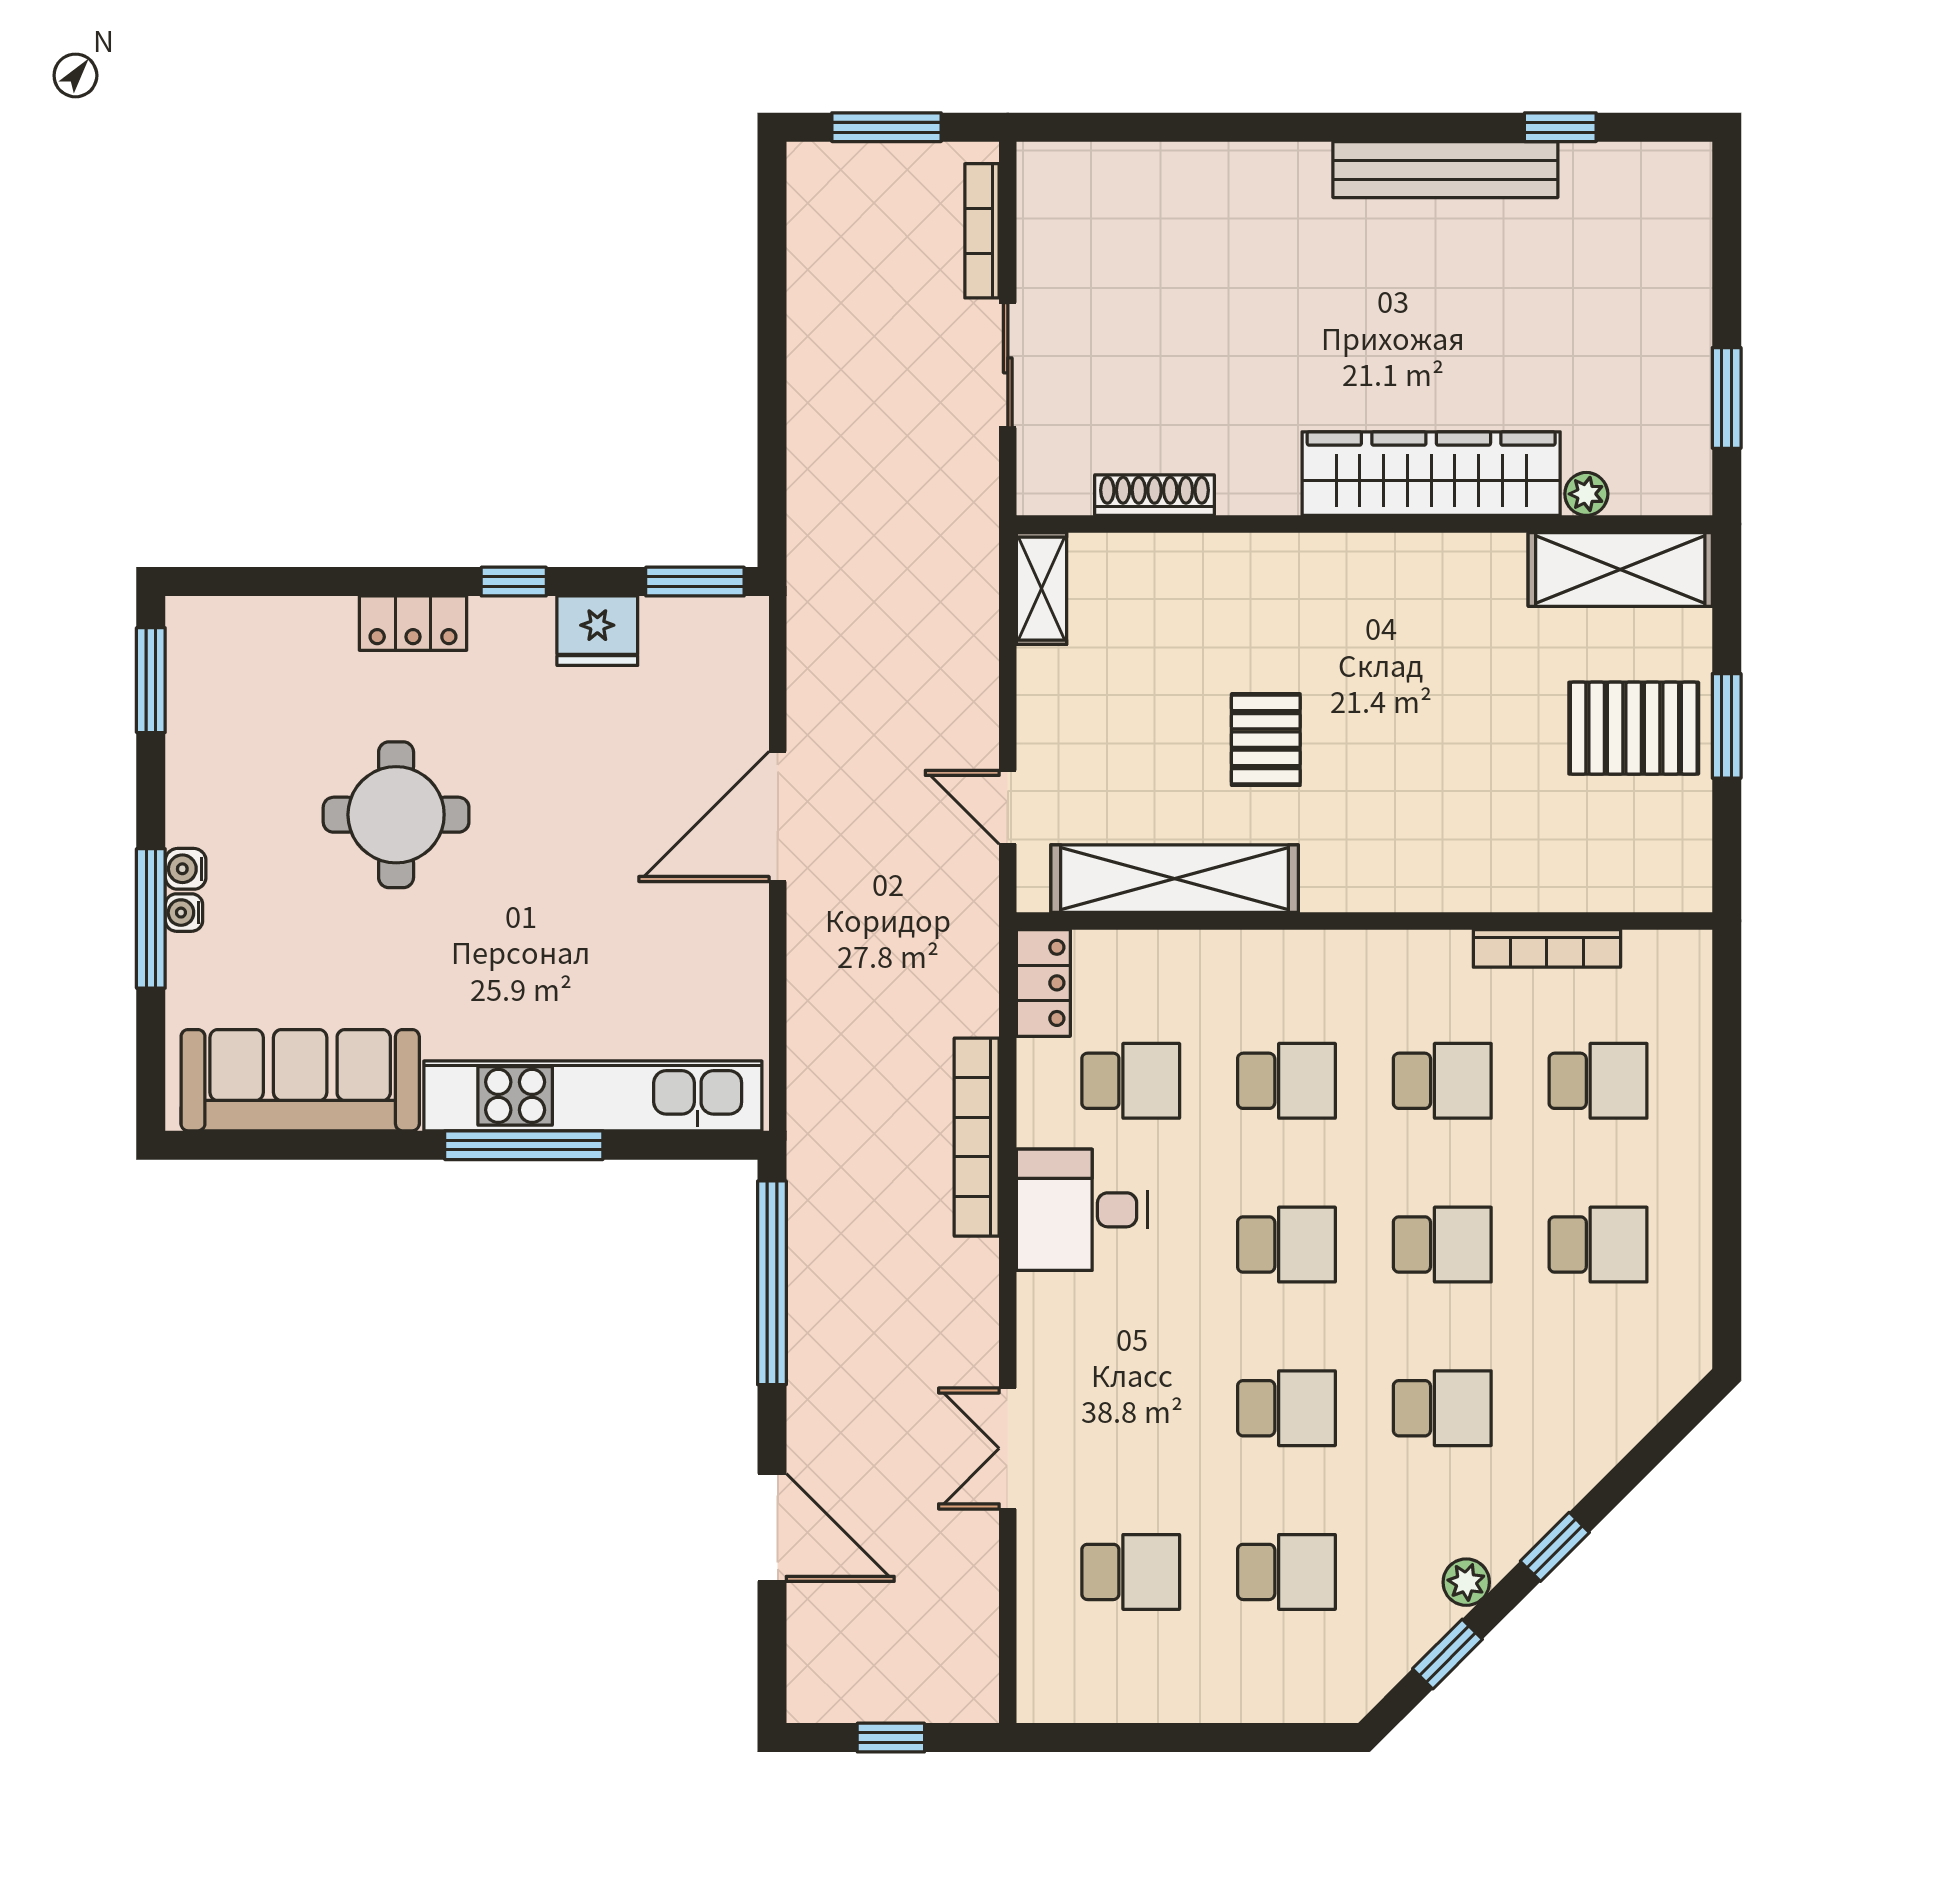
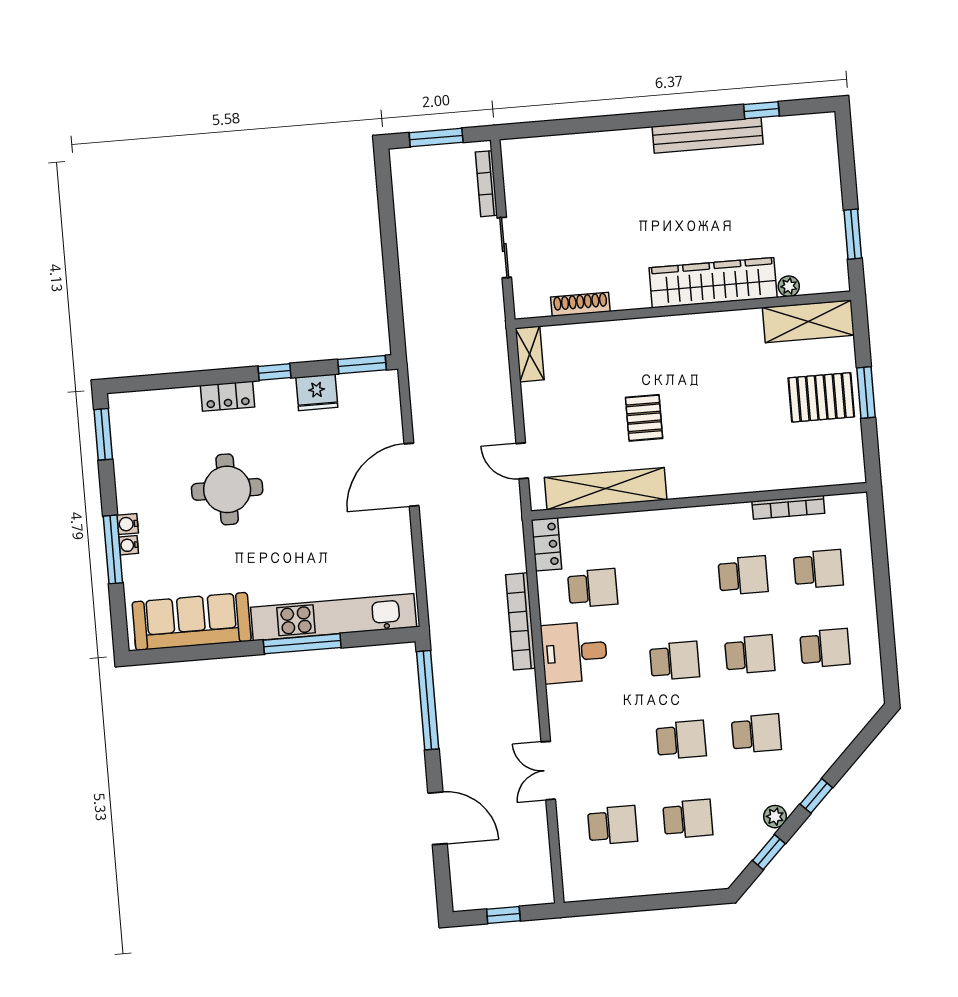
school desk: (1286, 1081) -> (668, 582), removed

